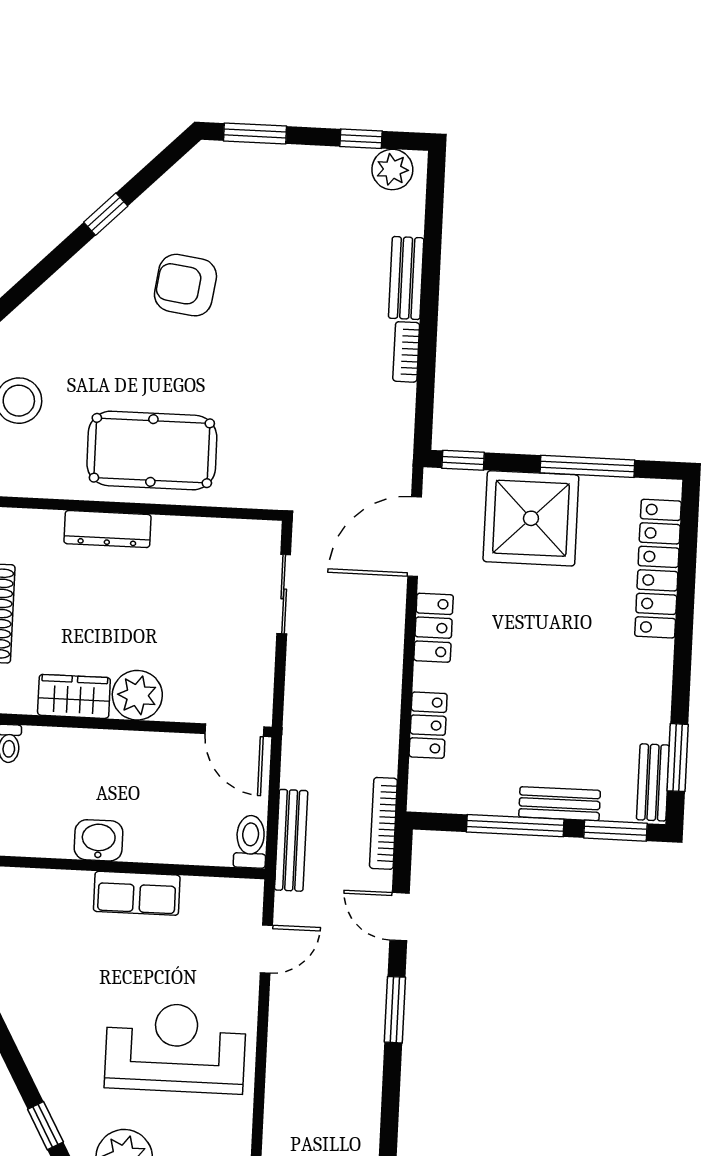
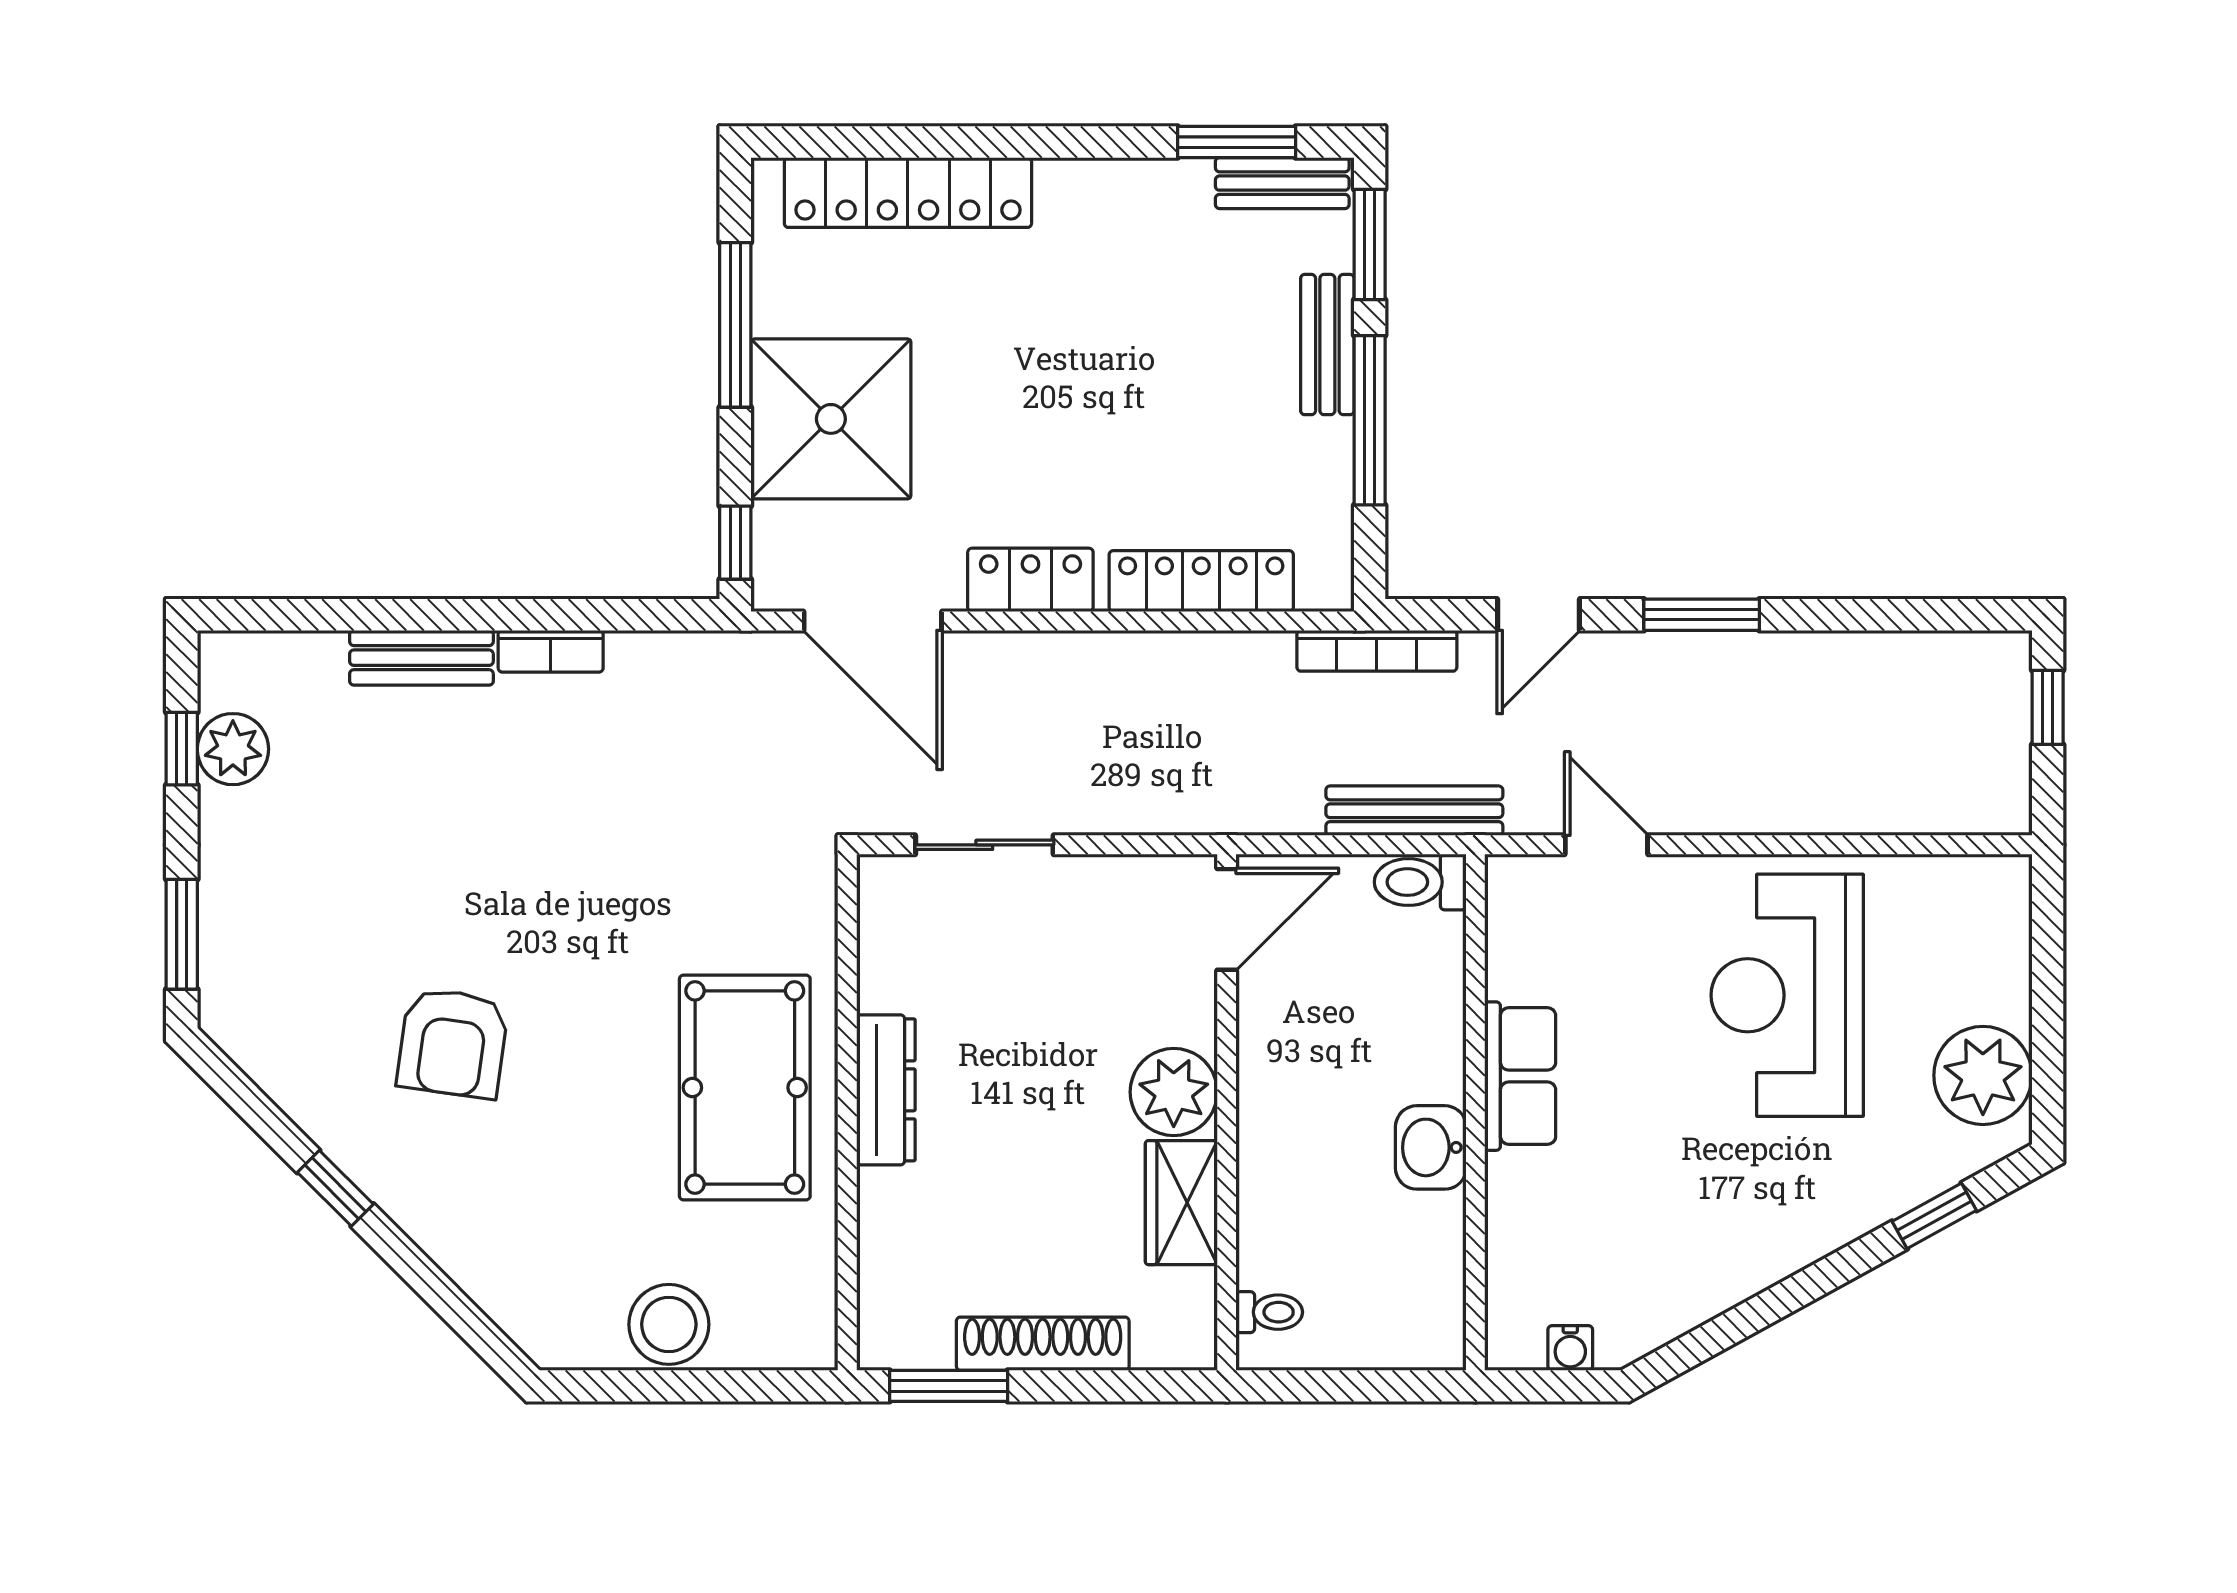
plant: (392, 169) -> (233, 749), moved
dresser: (107, 529) -> (886, 1090), moved
locker: (428, 725) -> (1201, 581), width x1.53

